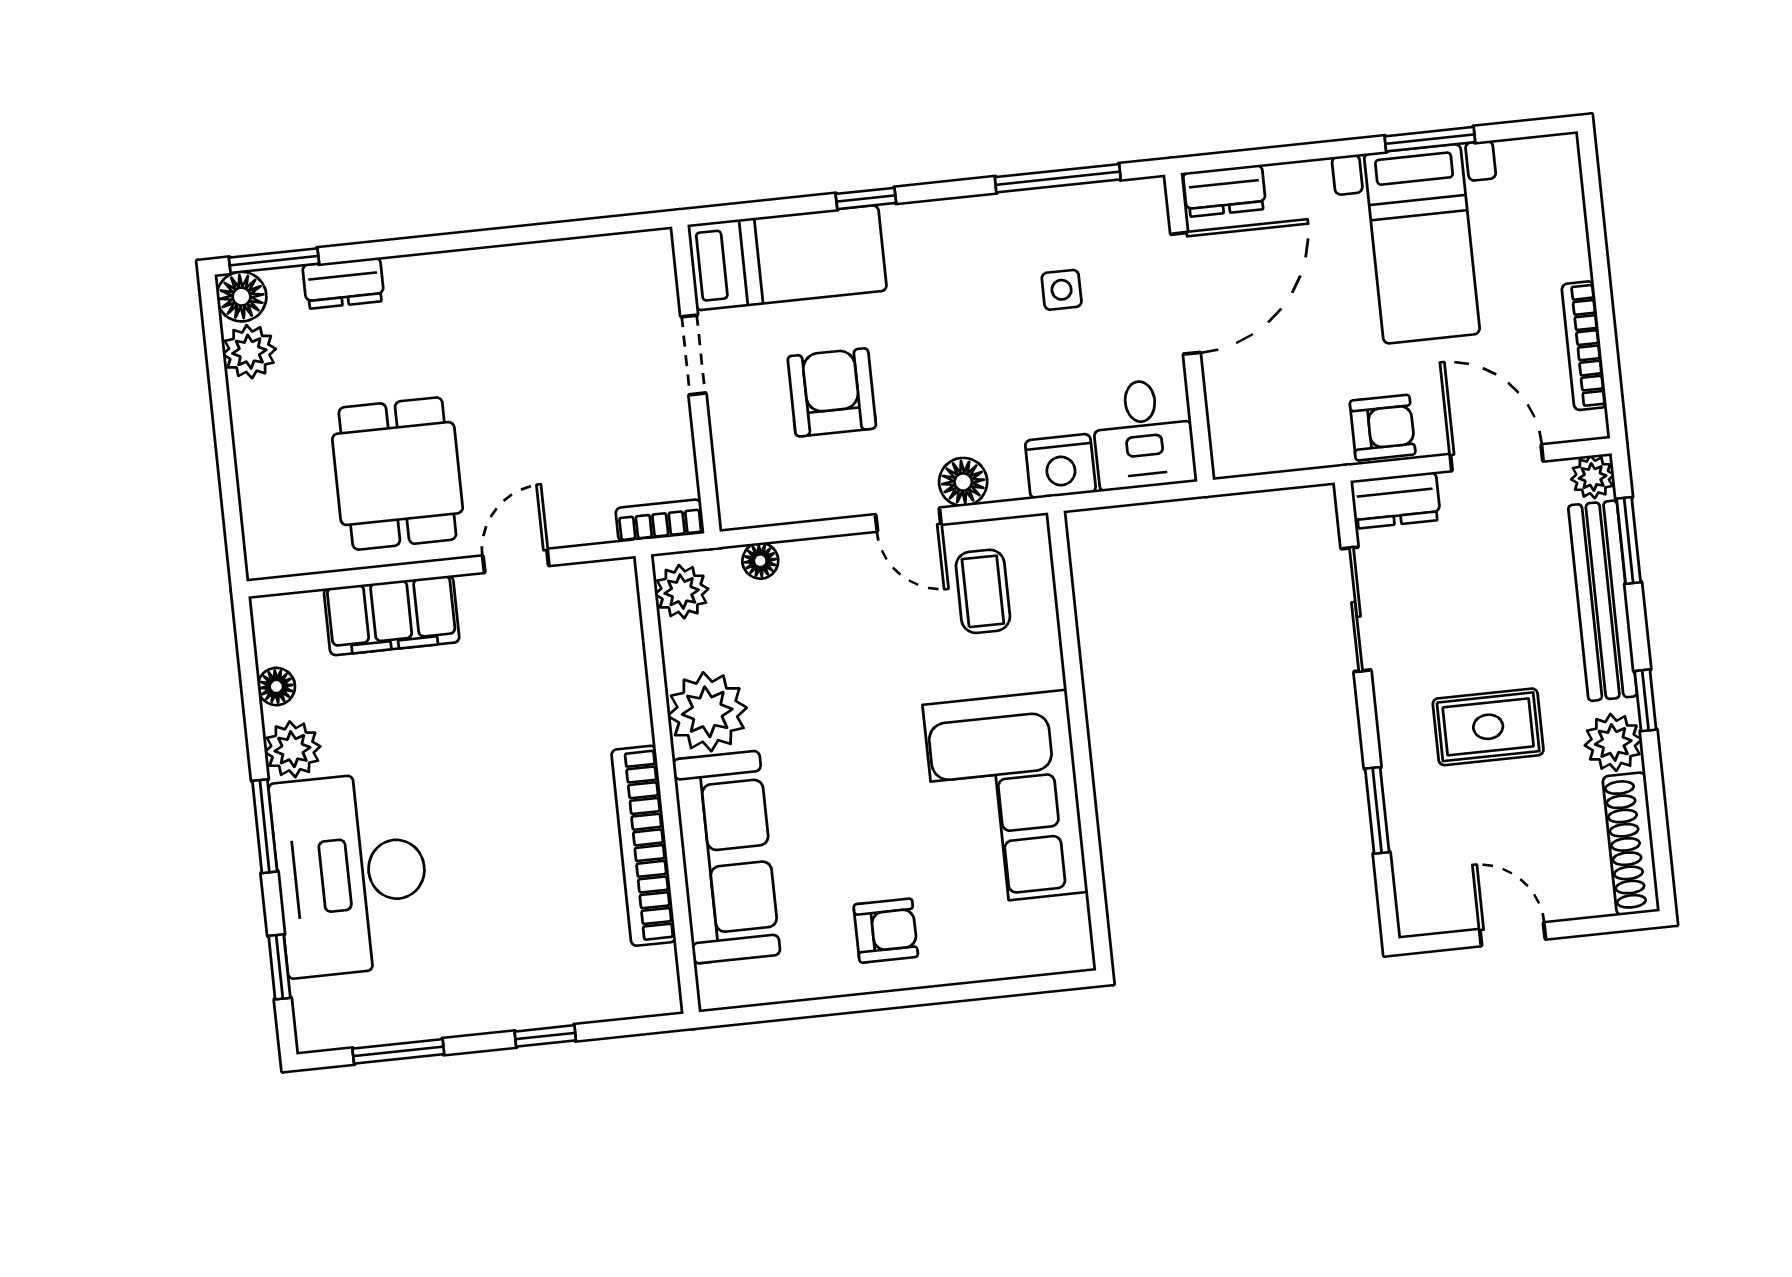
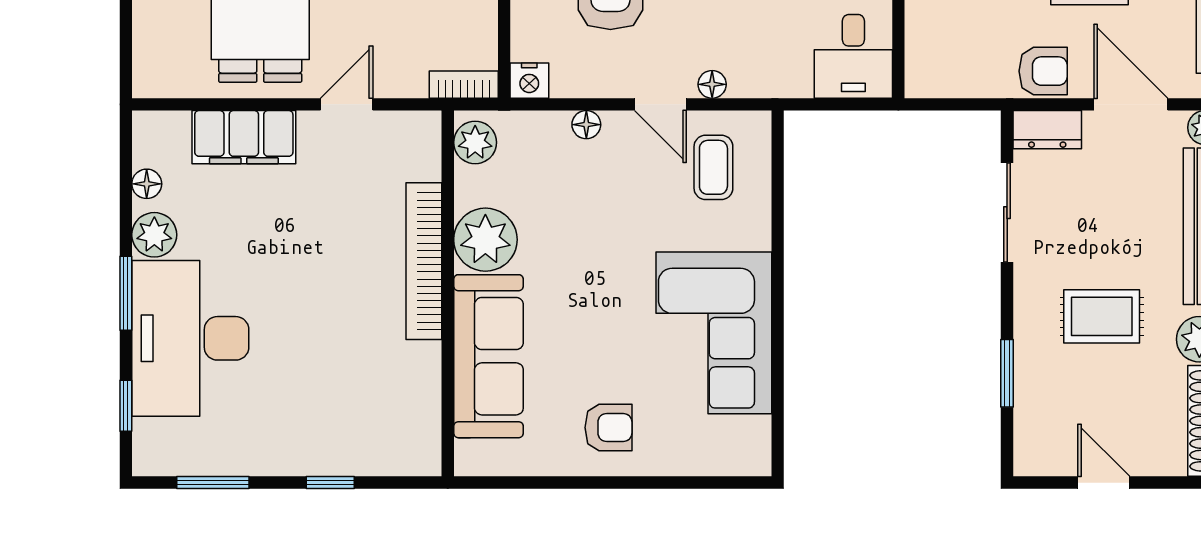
nightstand: (1060, 466) -> (529, 81), moved, width x0.74, depth x0.75
floor lamp: (963, 482) -> (712, 84), width x0.73, depth x0.73
floor lamp: (760, 561) -> (586, 125), moved
bookcase: (644, 846) -> (424, 261), moved

